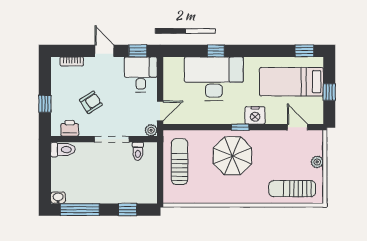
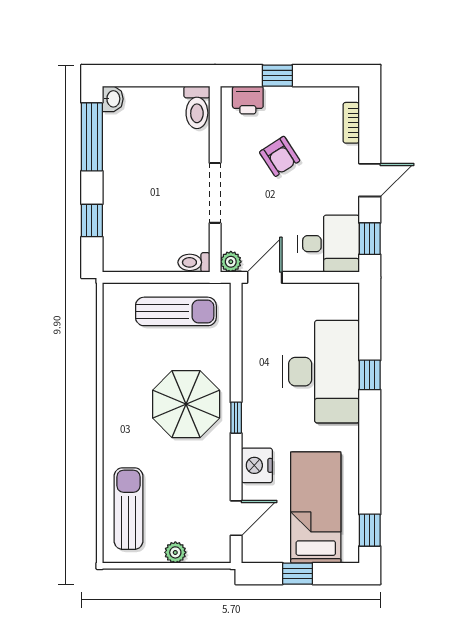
door: (160, 111) -> (265, 277), swing flipped
nightstand: (255, 115) -> (257, 465), moved
printer: (70, 128) -> (248, 100), moved, turned 90
toilet: (138, 151) -> (194, 262), moved

